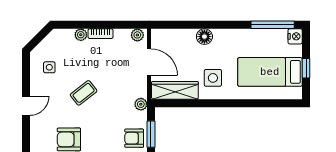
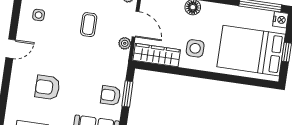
bed: (270, 72) -> (251, 51), width x1.50
coffee table: (84, 93) -> (89, 25), moved, turned -52
plant: (141, 104) -> (125, 43), moved

